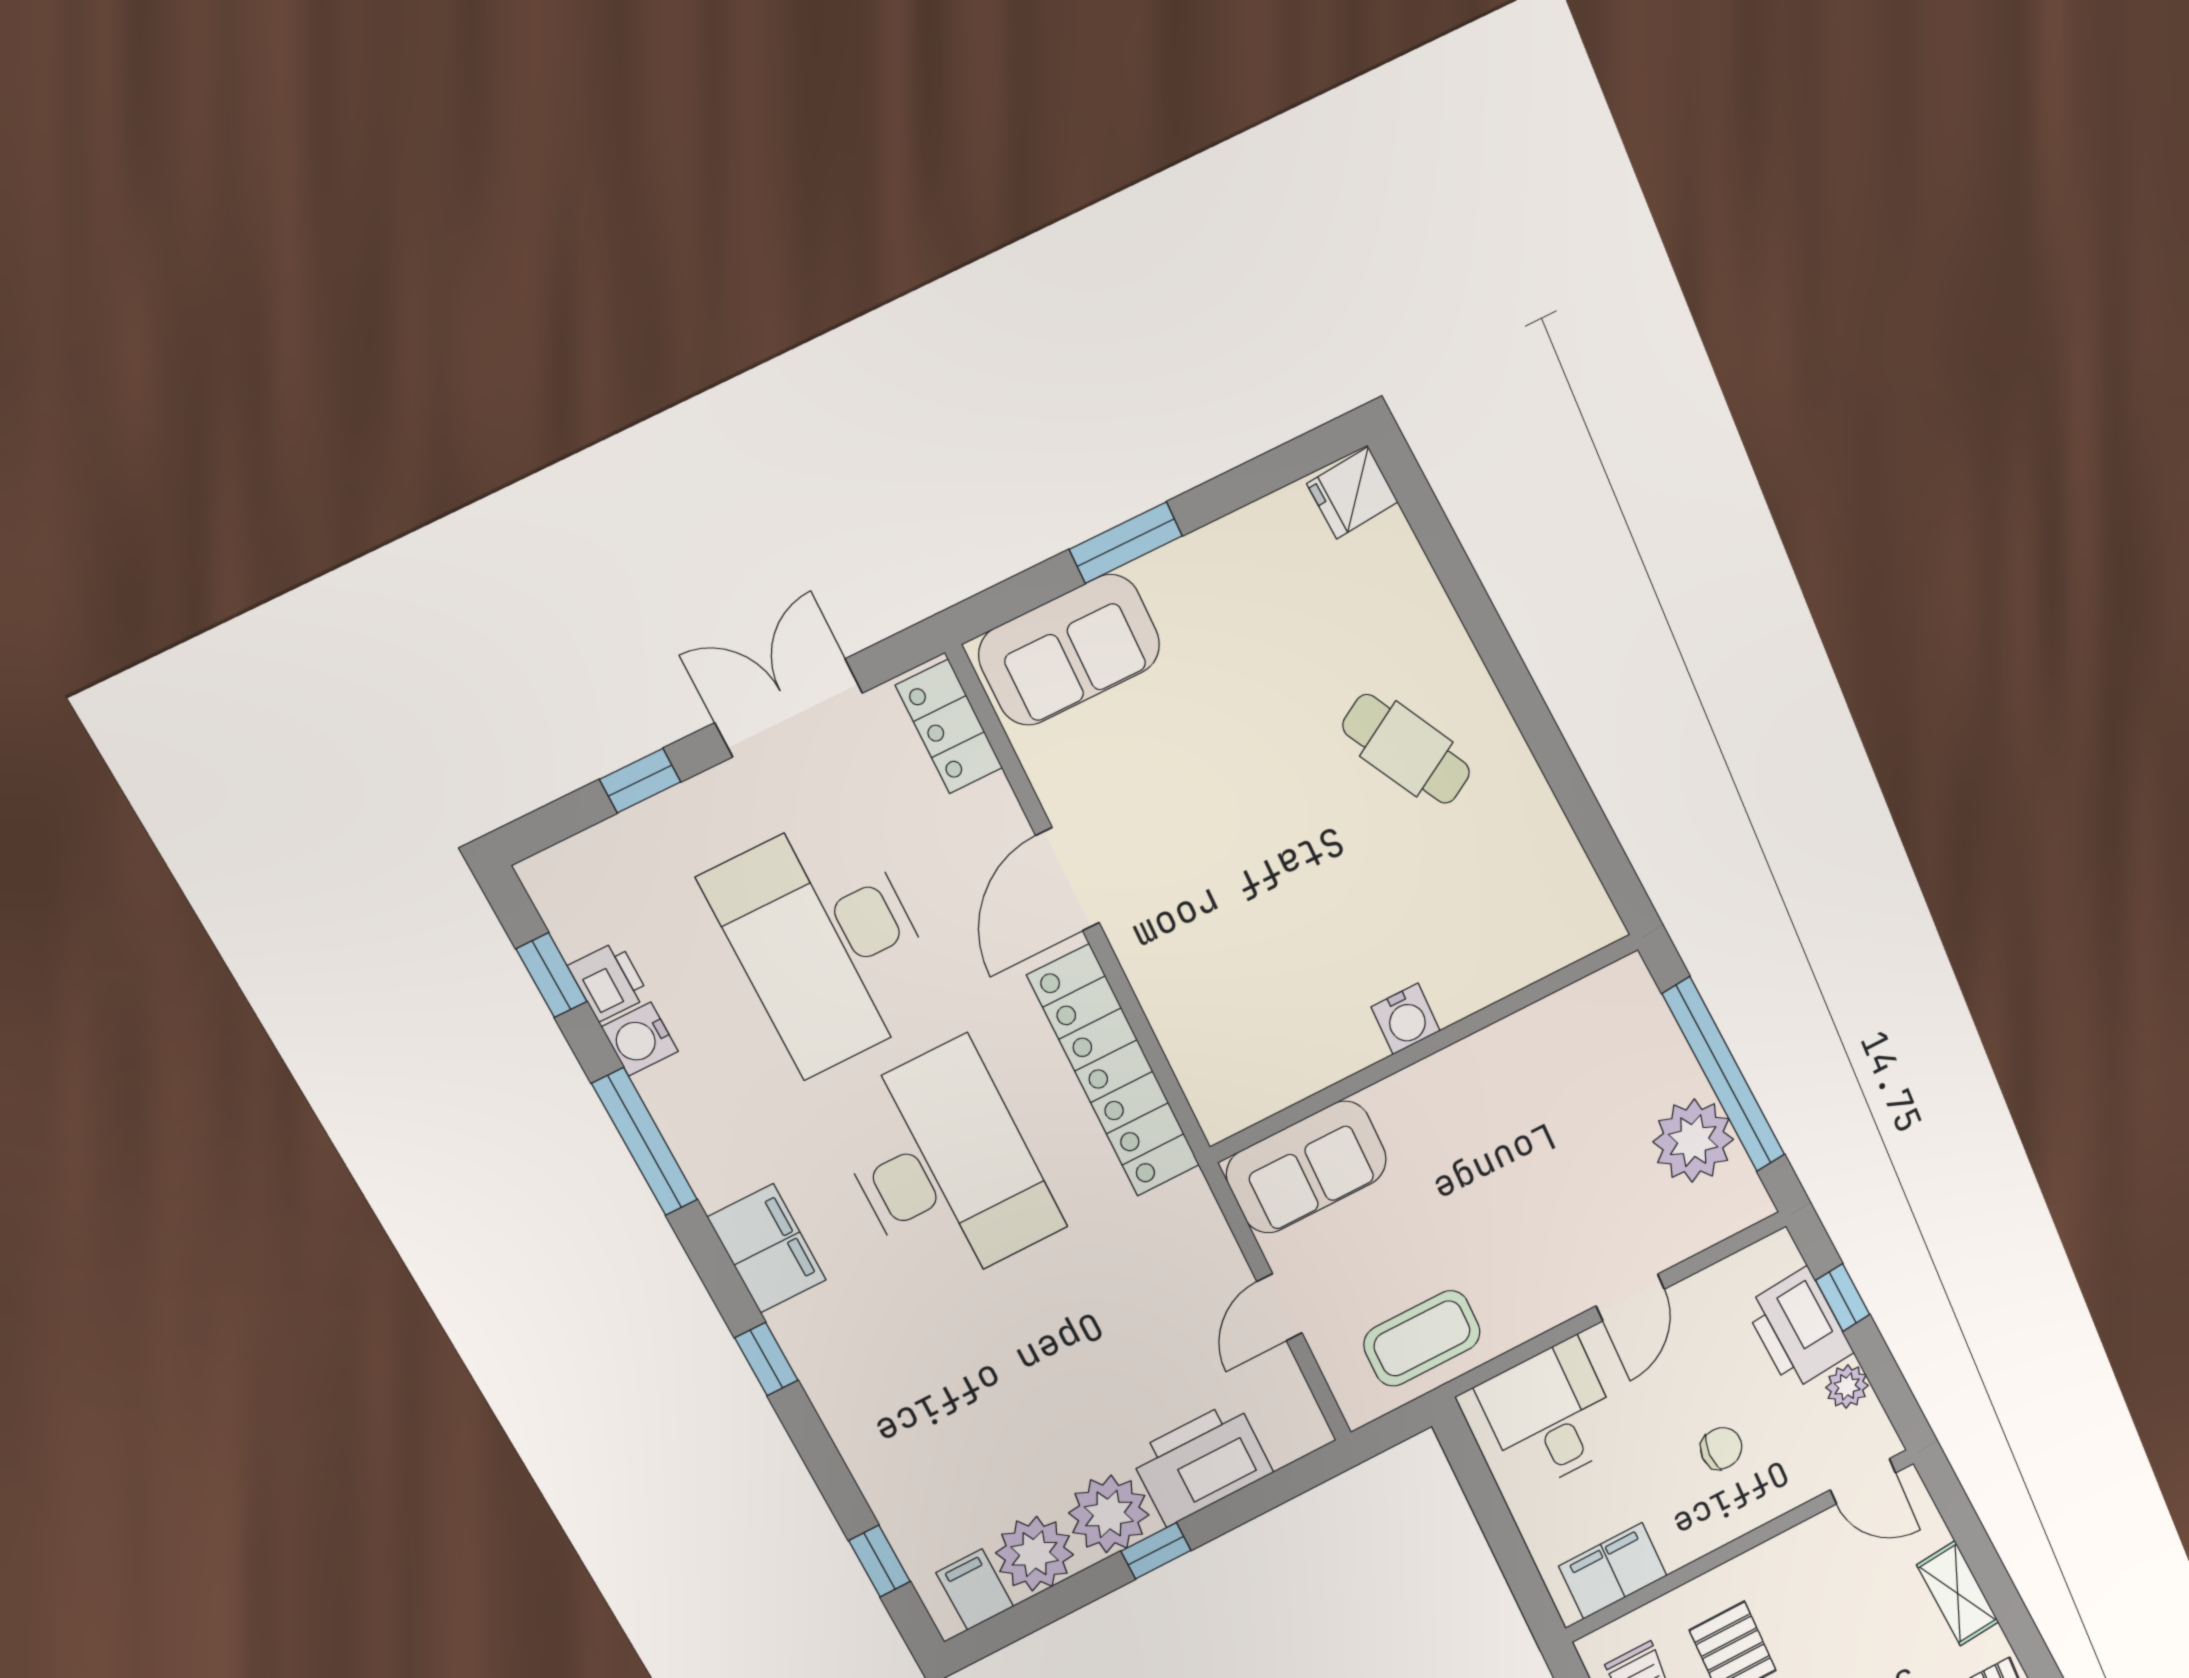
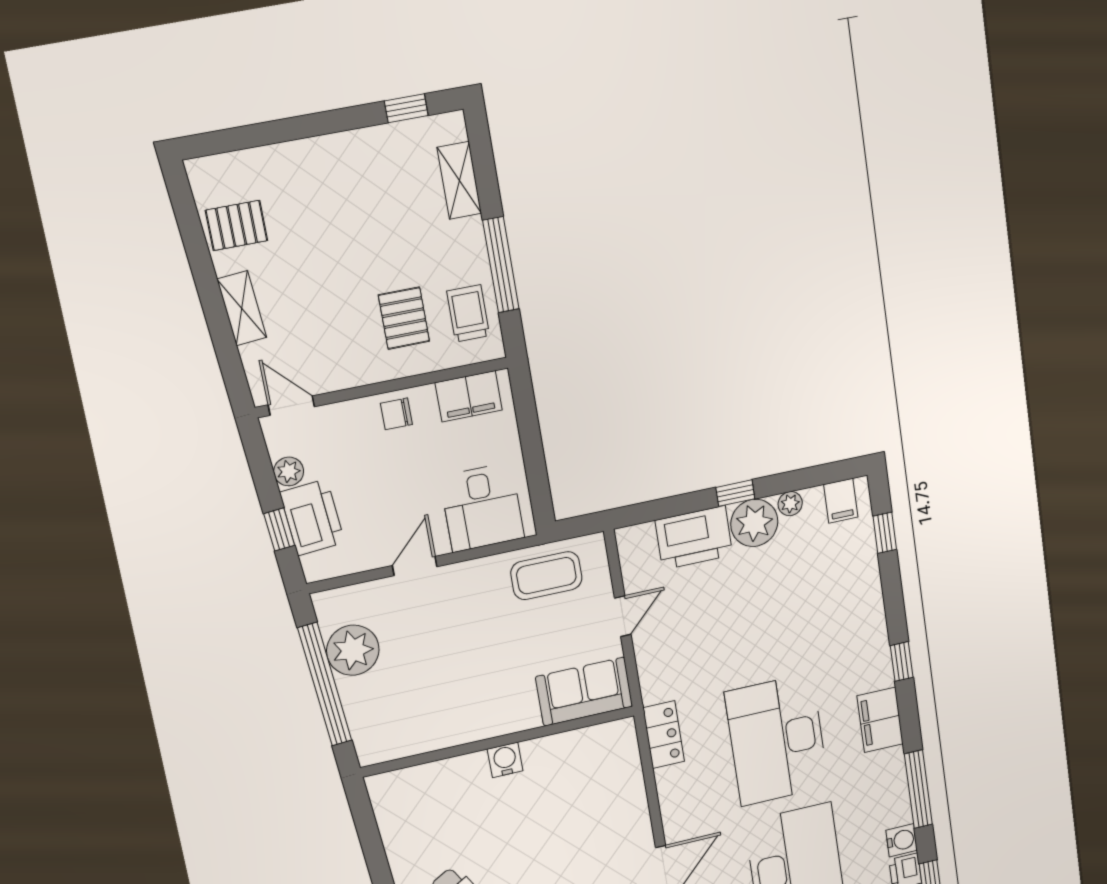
locker: (1114, 1071) -> (664, 735), width x0.46, depth x0.83
chair: (1721, 1448) -> (396, 414), moved
plant: (1035, 1554) -> (790, 504), width x0.53, depth x0.53

